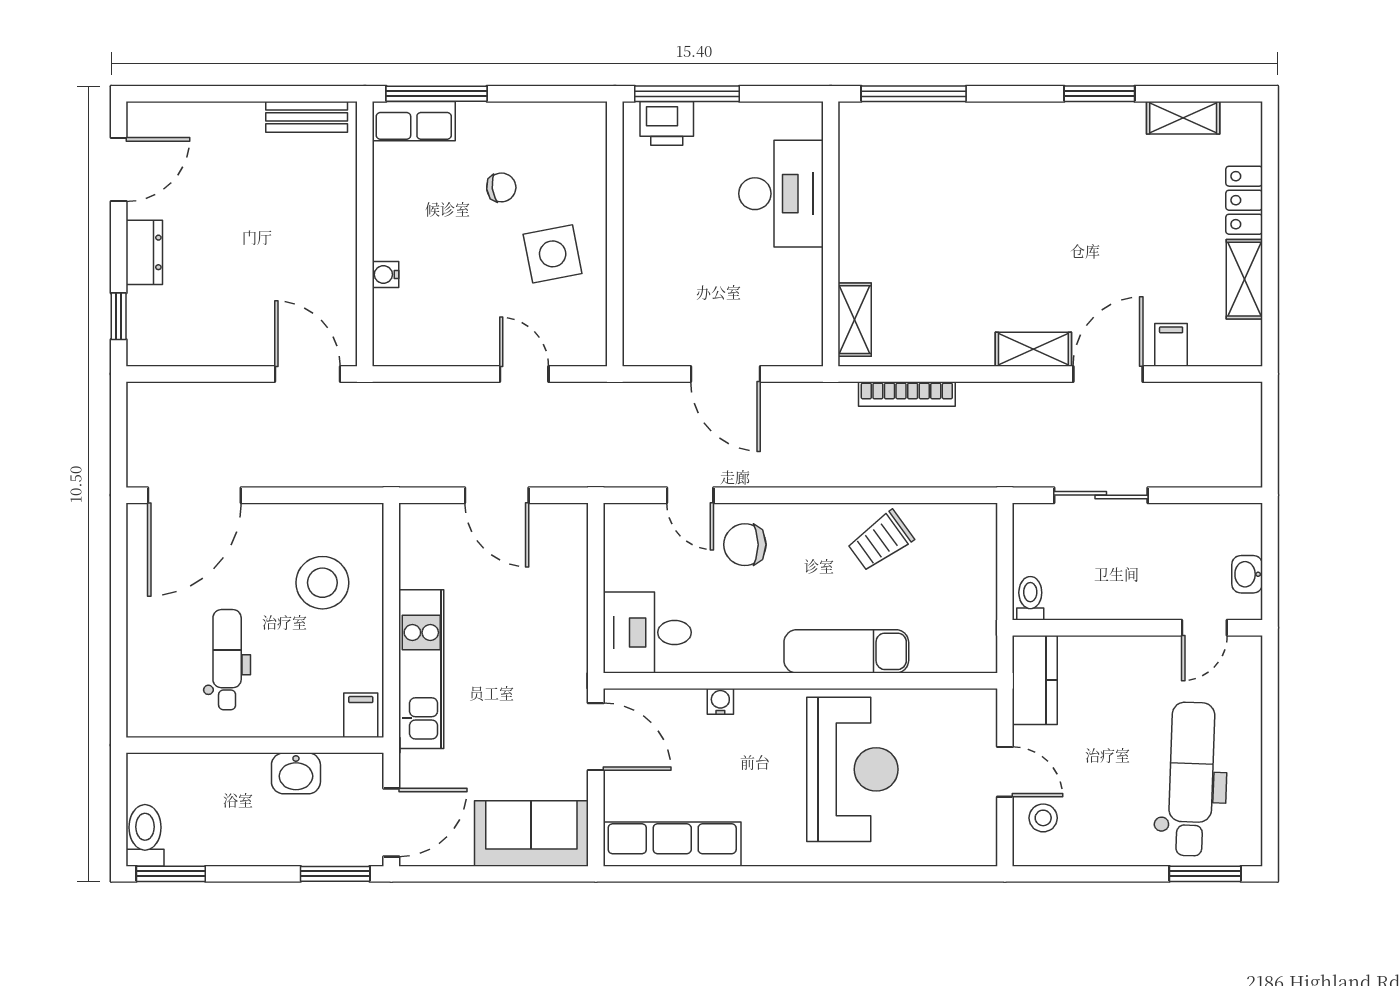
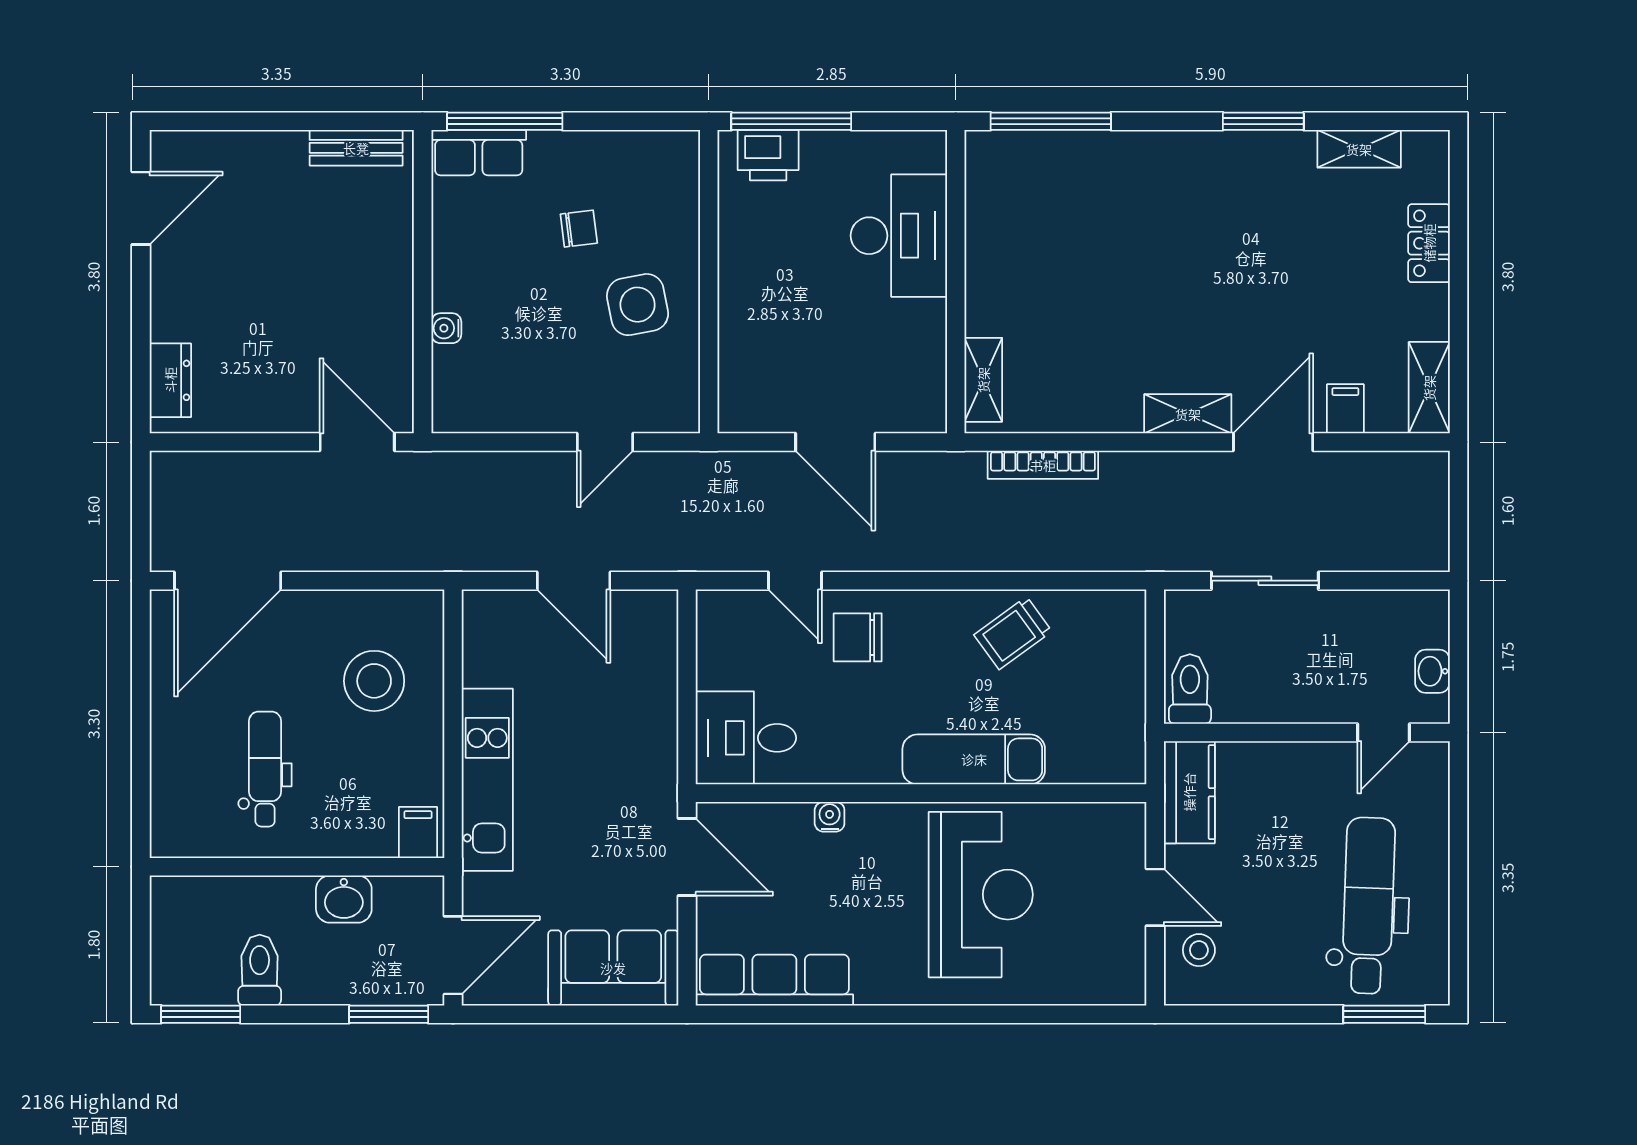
dresser: (144, 252) -> (170, 380), moved
shelving: (1244, 279) -> (1429, 388), moved
window: (119, 316) -> (141, 376), removed
door: (524, 374) -> (605, 442), swing flipped
toilet: (1030, 598) -> (1190, 689), width x1.37, depth x1.39
toilet: (145, 835) -> (260, 970), moved

